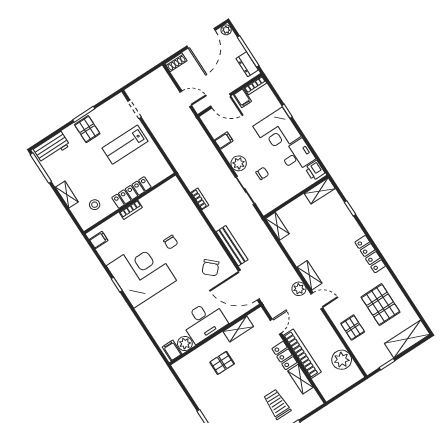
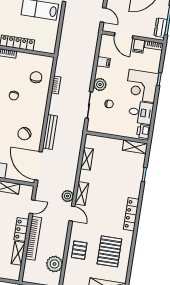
chair: (176, 208) -> (36, 77), added
shelving: (277, 226) -> (87, 159), moved

